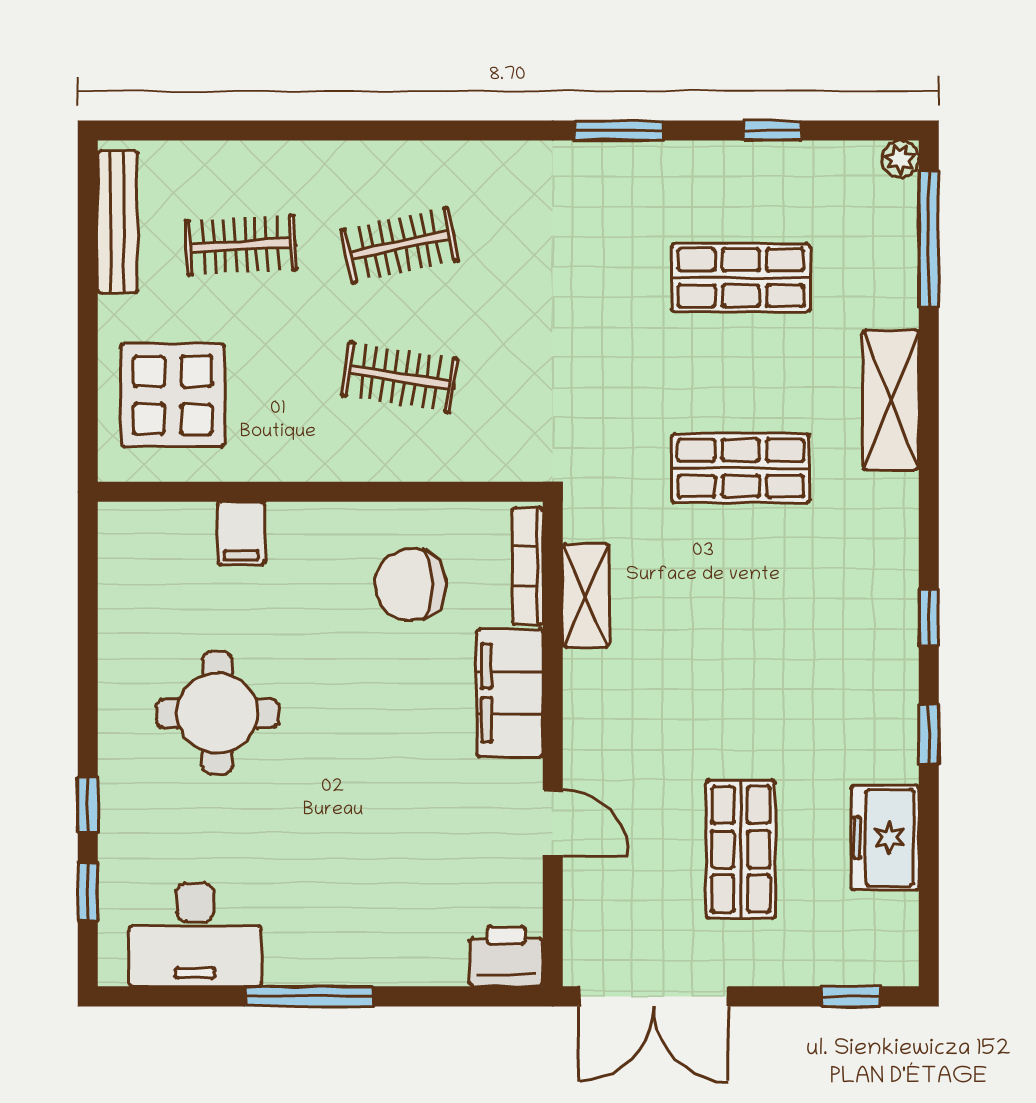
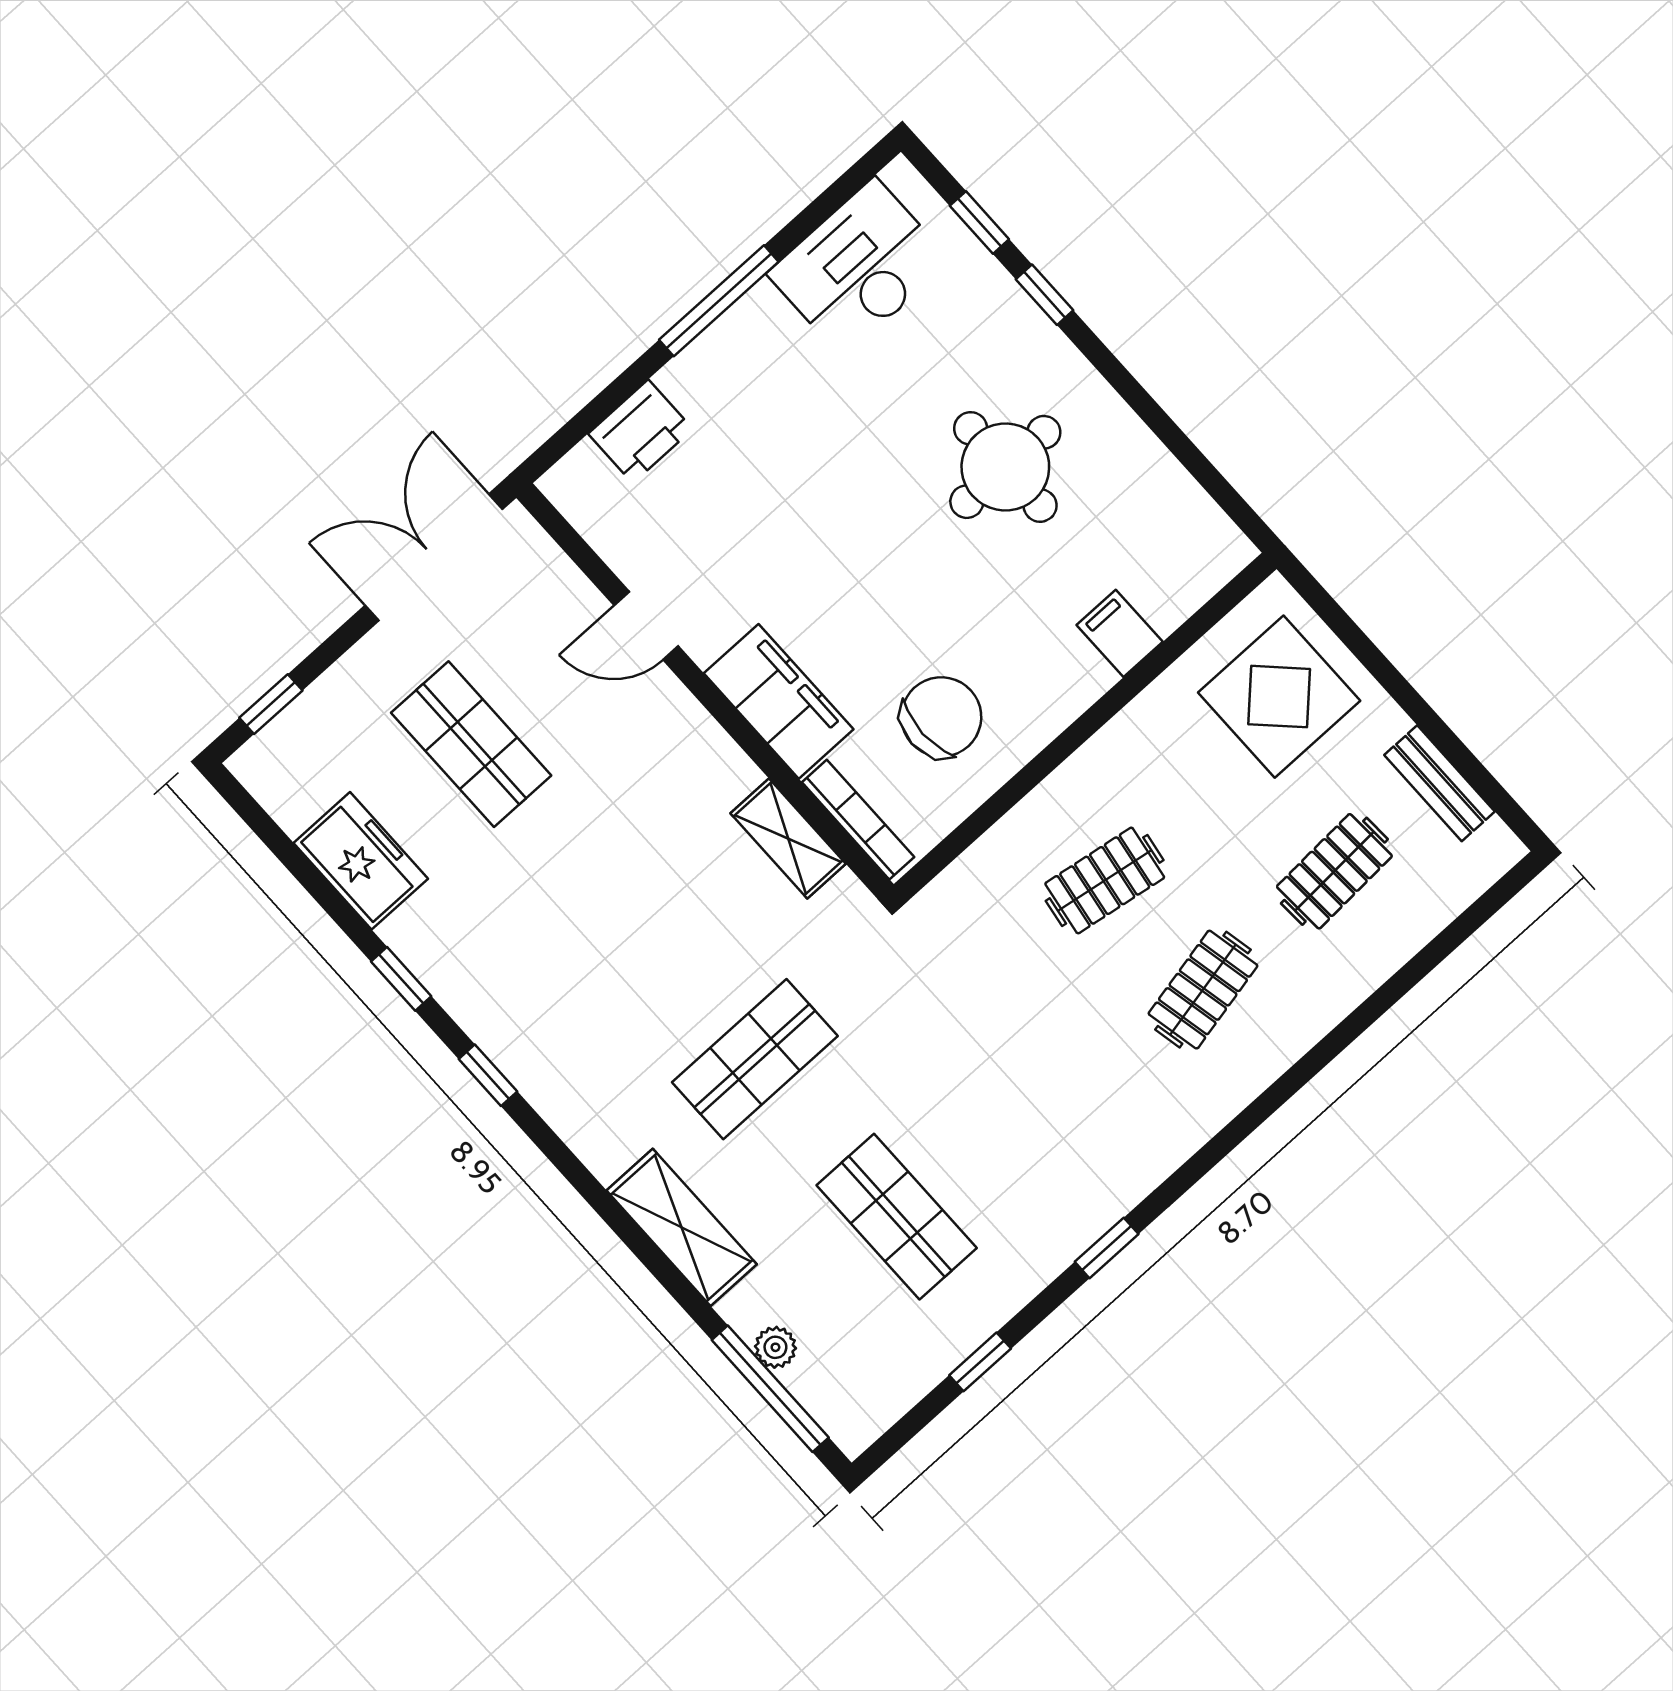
window: (619, 131) -> (1107, 1248), width x0.67
plant: (900, 159) -> (775, 1347), moved
bench: (118, 222) -> (1440, 783), width x0.73
shop shelf: (741, 278) -> (897, 1217), turned 90
printer: (506, 956) -> (641, 431), moved

